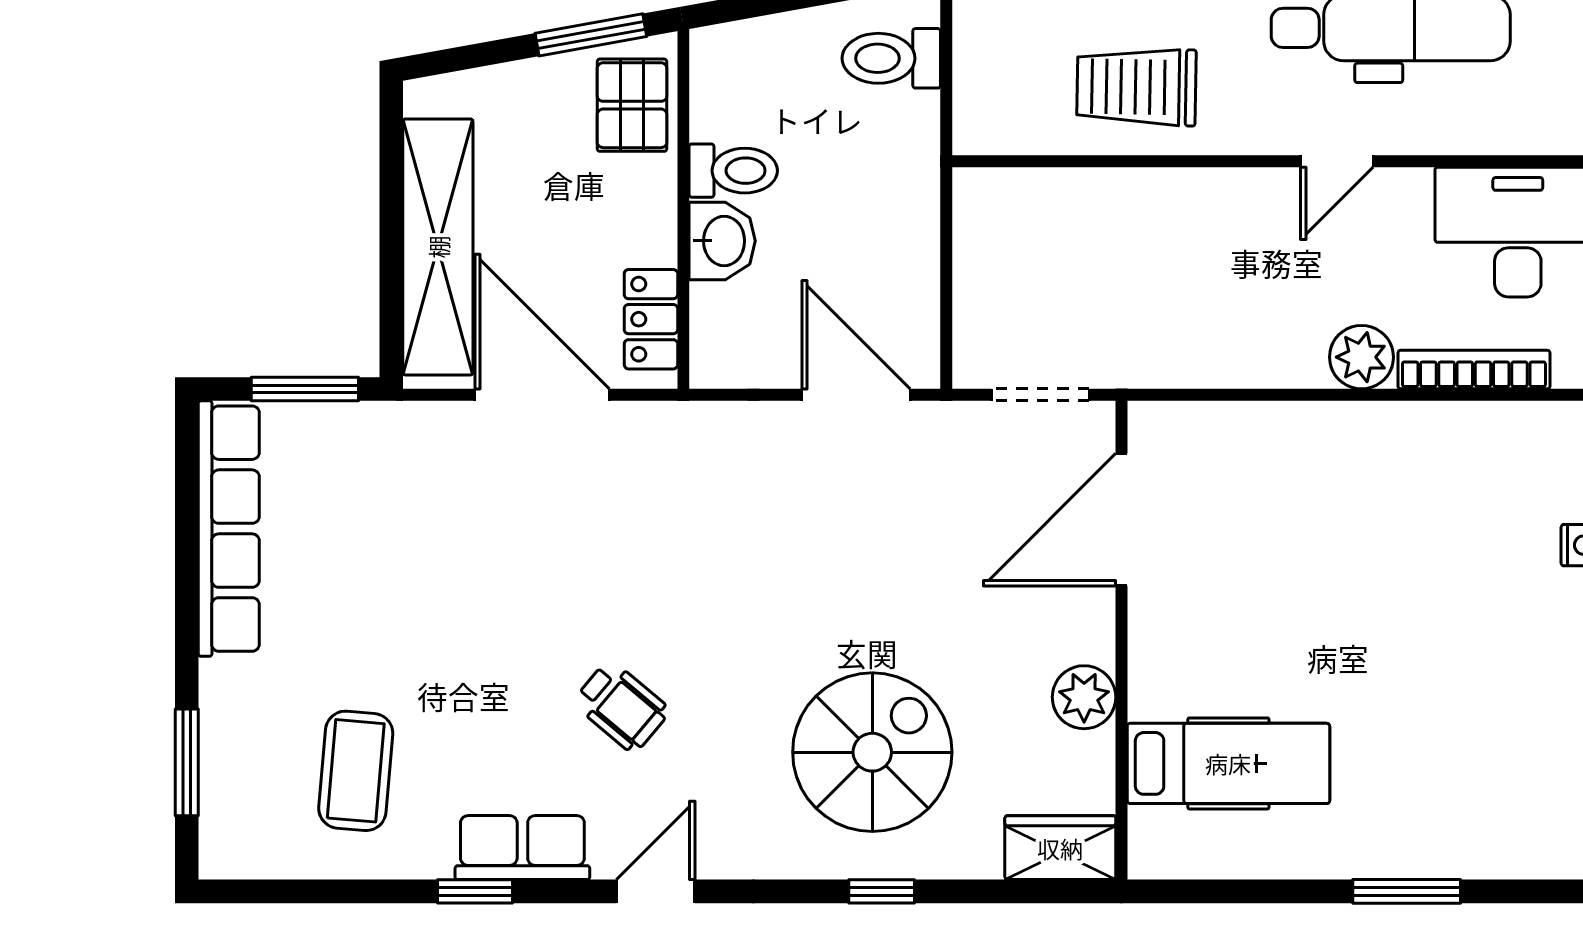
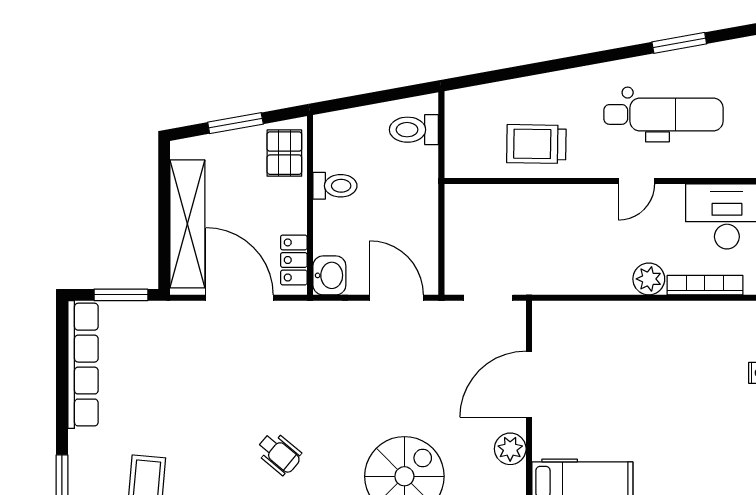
window: (591, 35) -> (235, 123), moved
washbasin: (722, 241) -> (329, 275), moved
door: (1122, 520) -> (529, 384), moved

